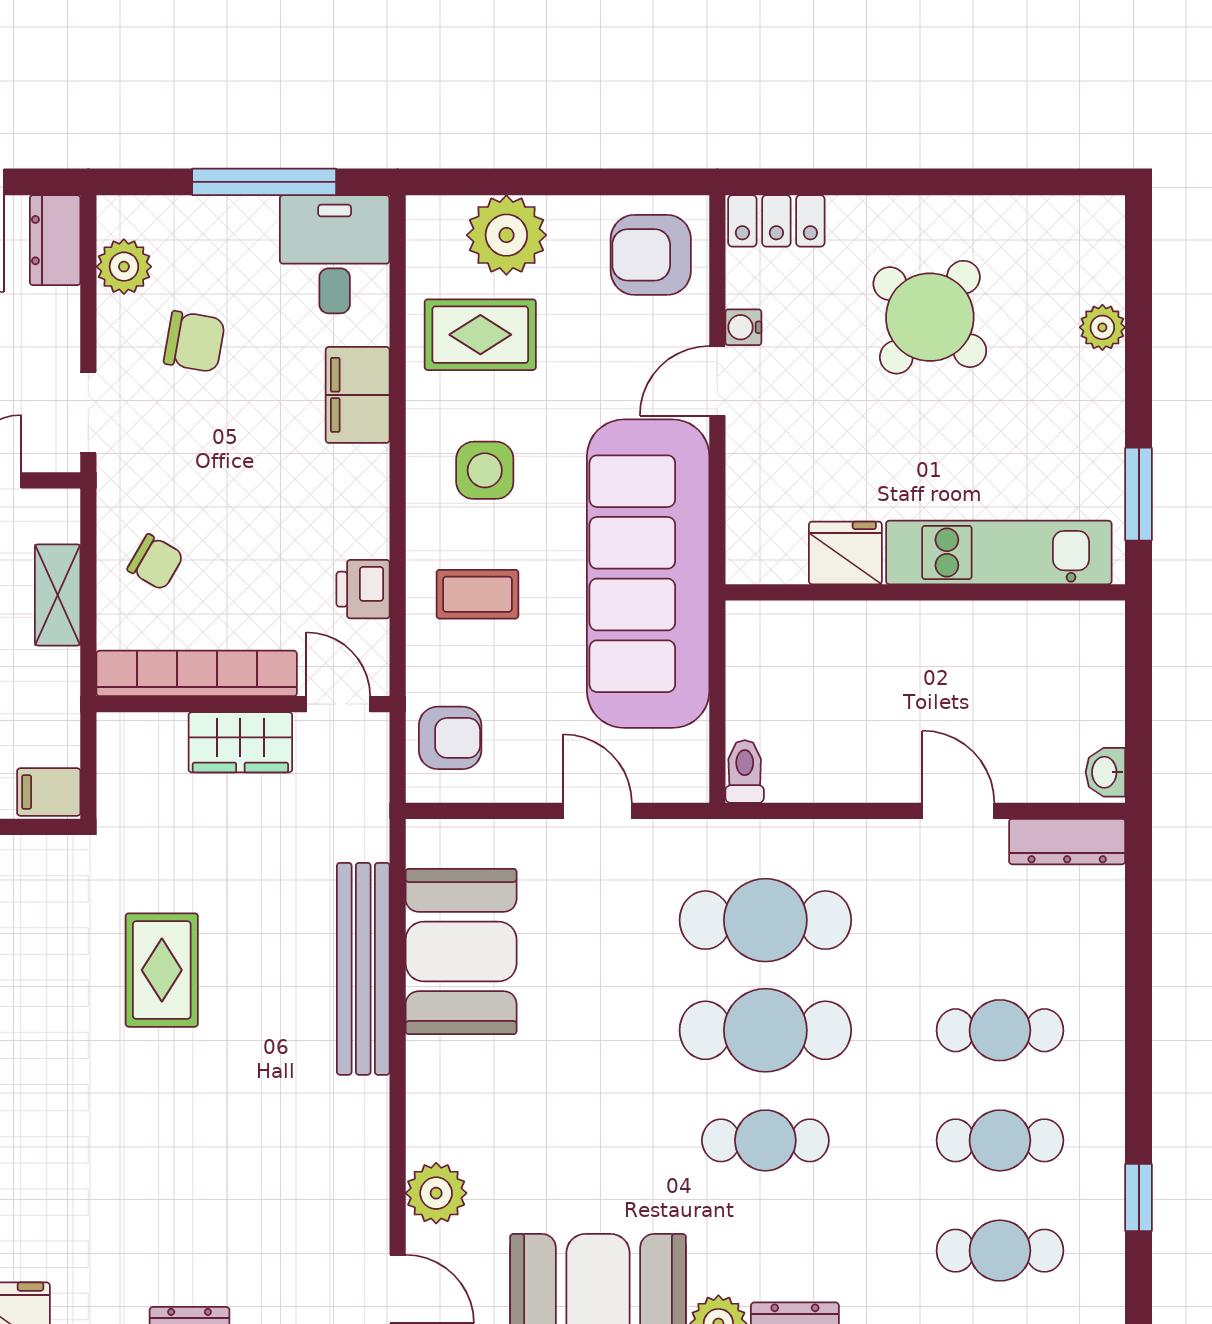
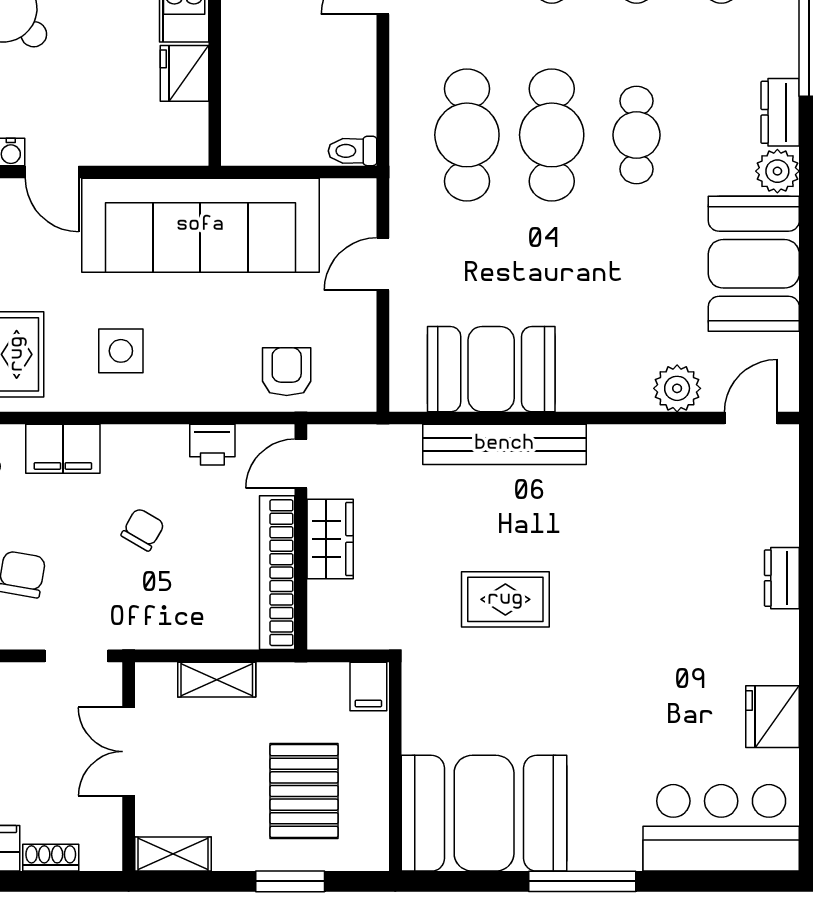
chair: (156, 562) -> (143, 529), moved
coffee table: (477, 594) -> (216, 357), removed
armchair: (450, 738) -> (287, 372), moved

